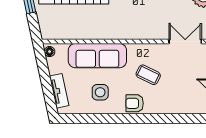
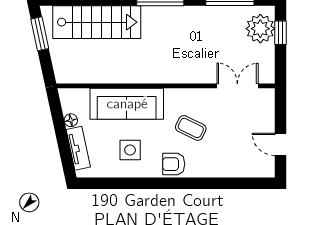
floor lamp: (49, 52) -> (71, 120), moved

